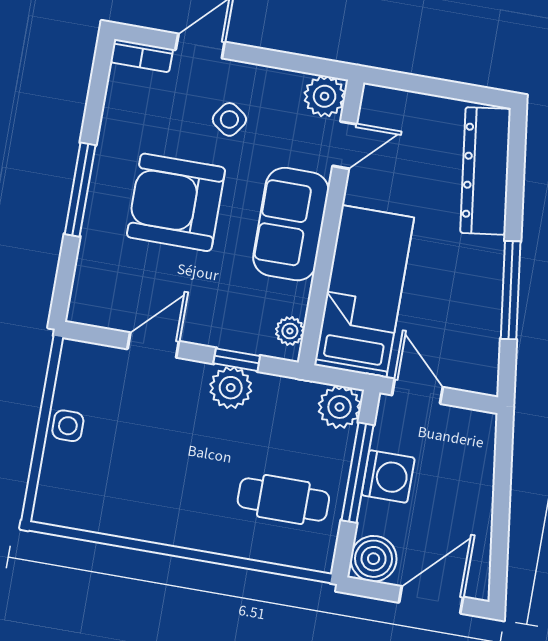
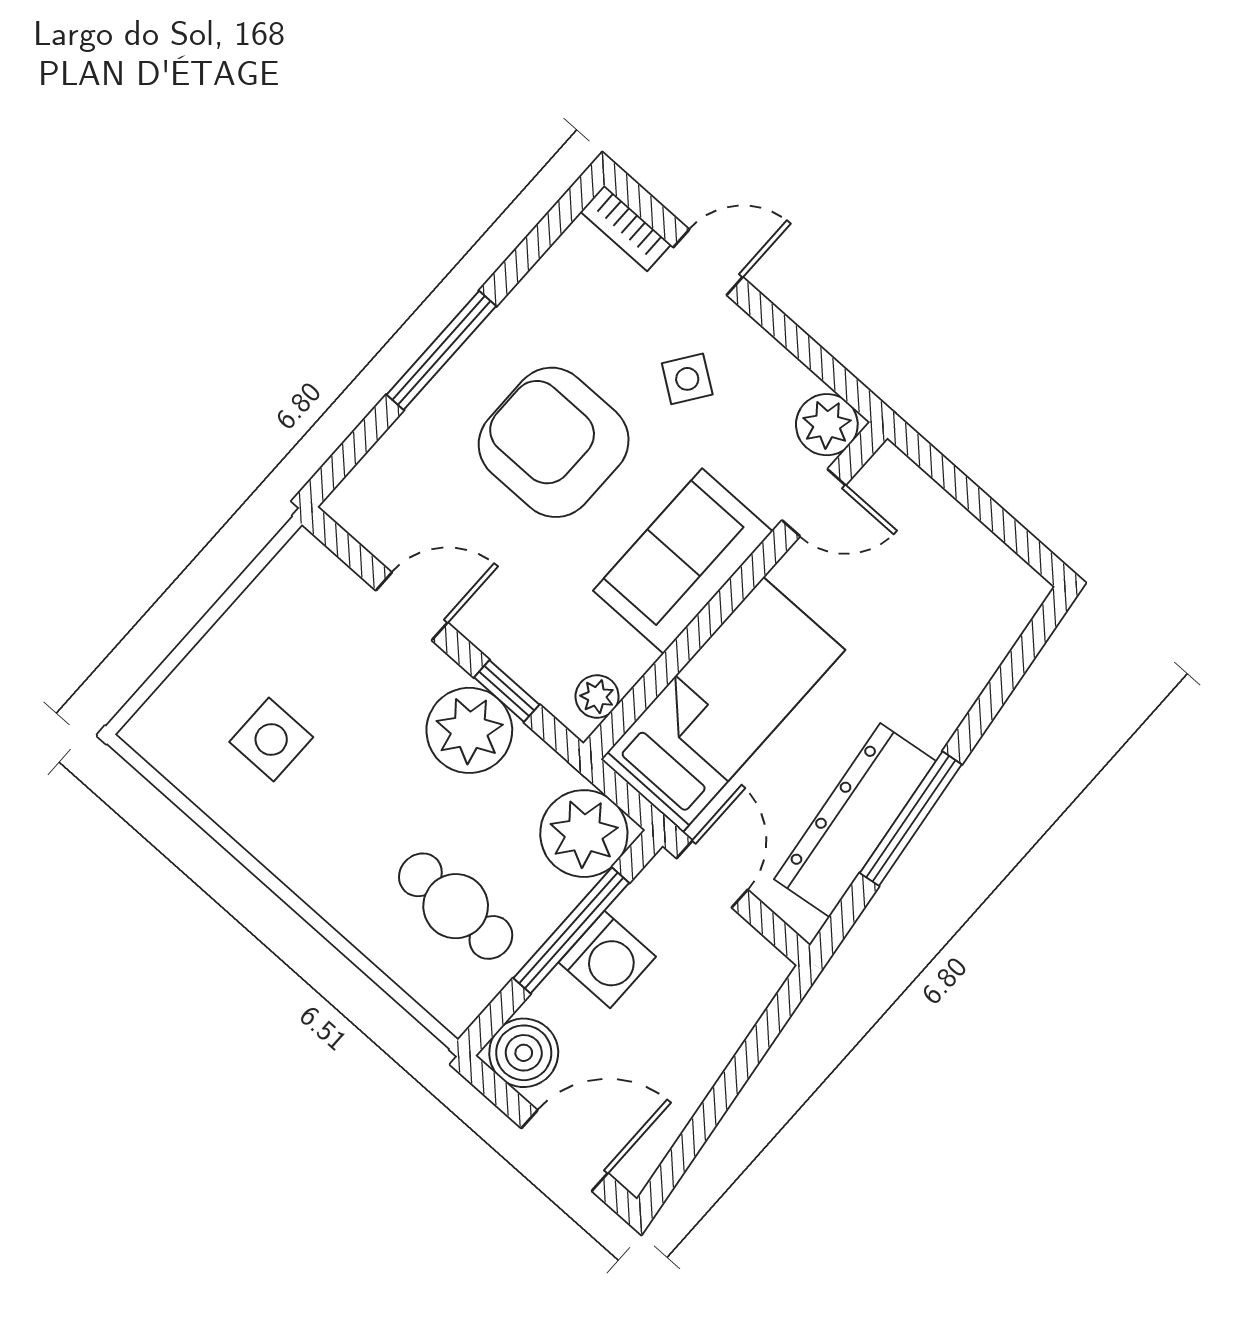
dresser: (485, 171) -> (855, 820), moved
plant: (231, 388) -> (469, 730), width x1.36, depth x1.36
plant: (340, 407) -> (584, 834), width x1.36, depth x1.36
side table: (68, 426) -> (271, 740), moved, width x1.37, depth x1.37

